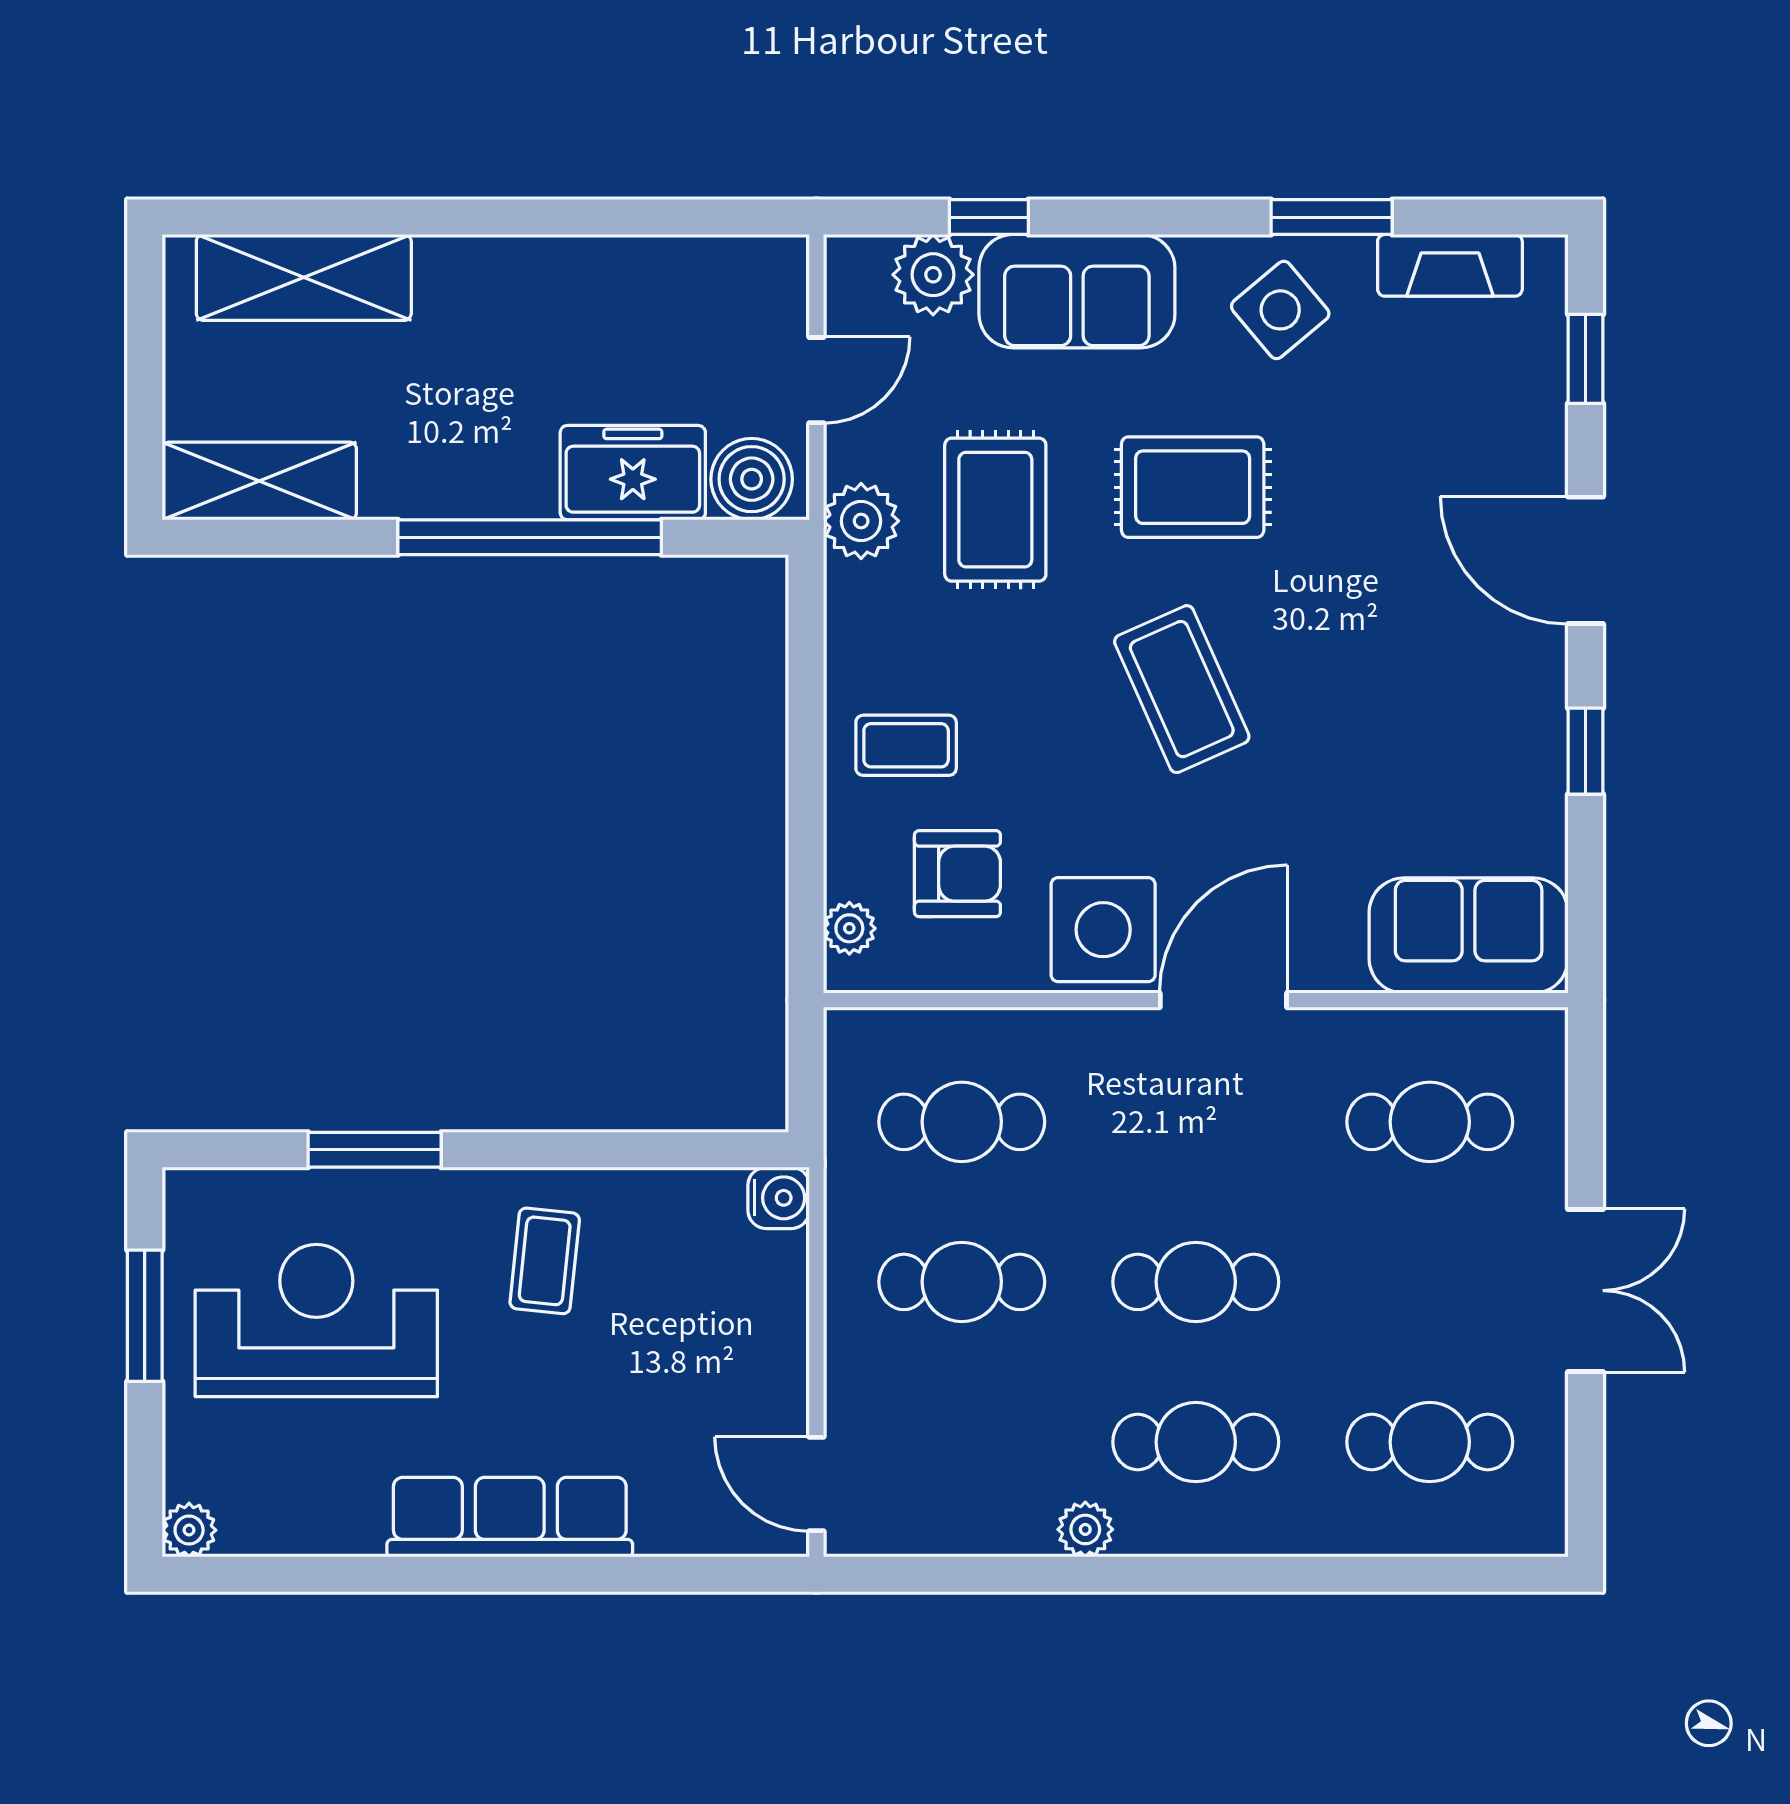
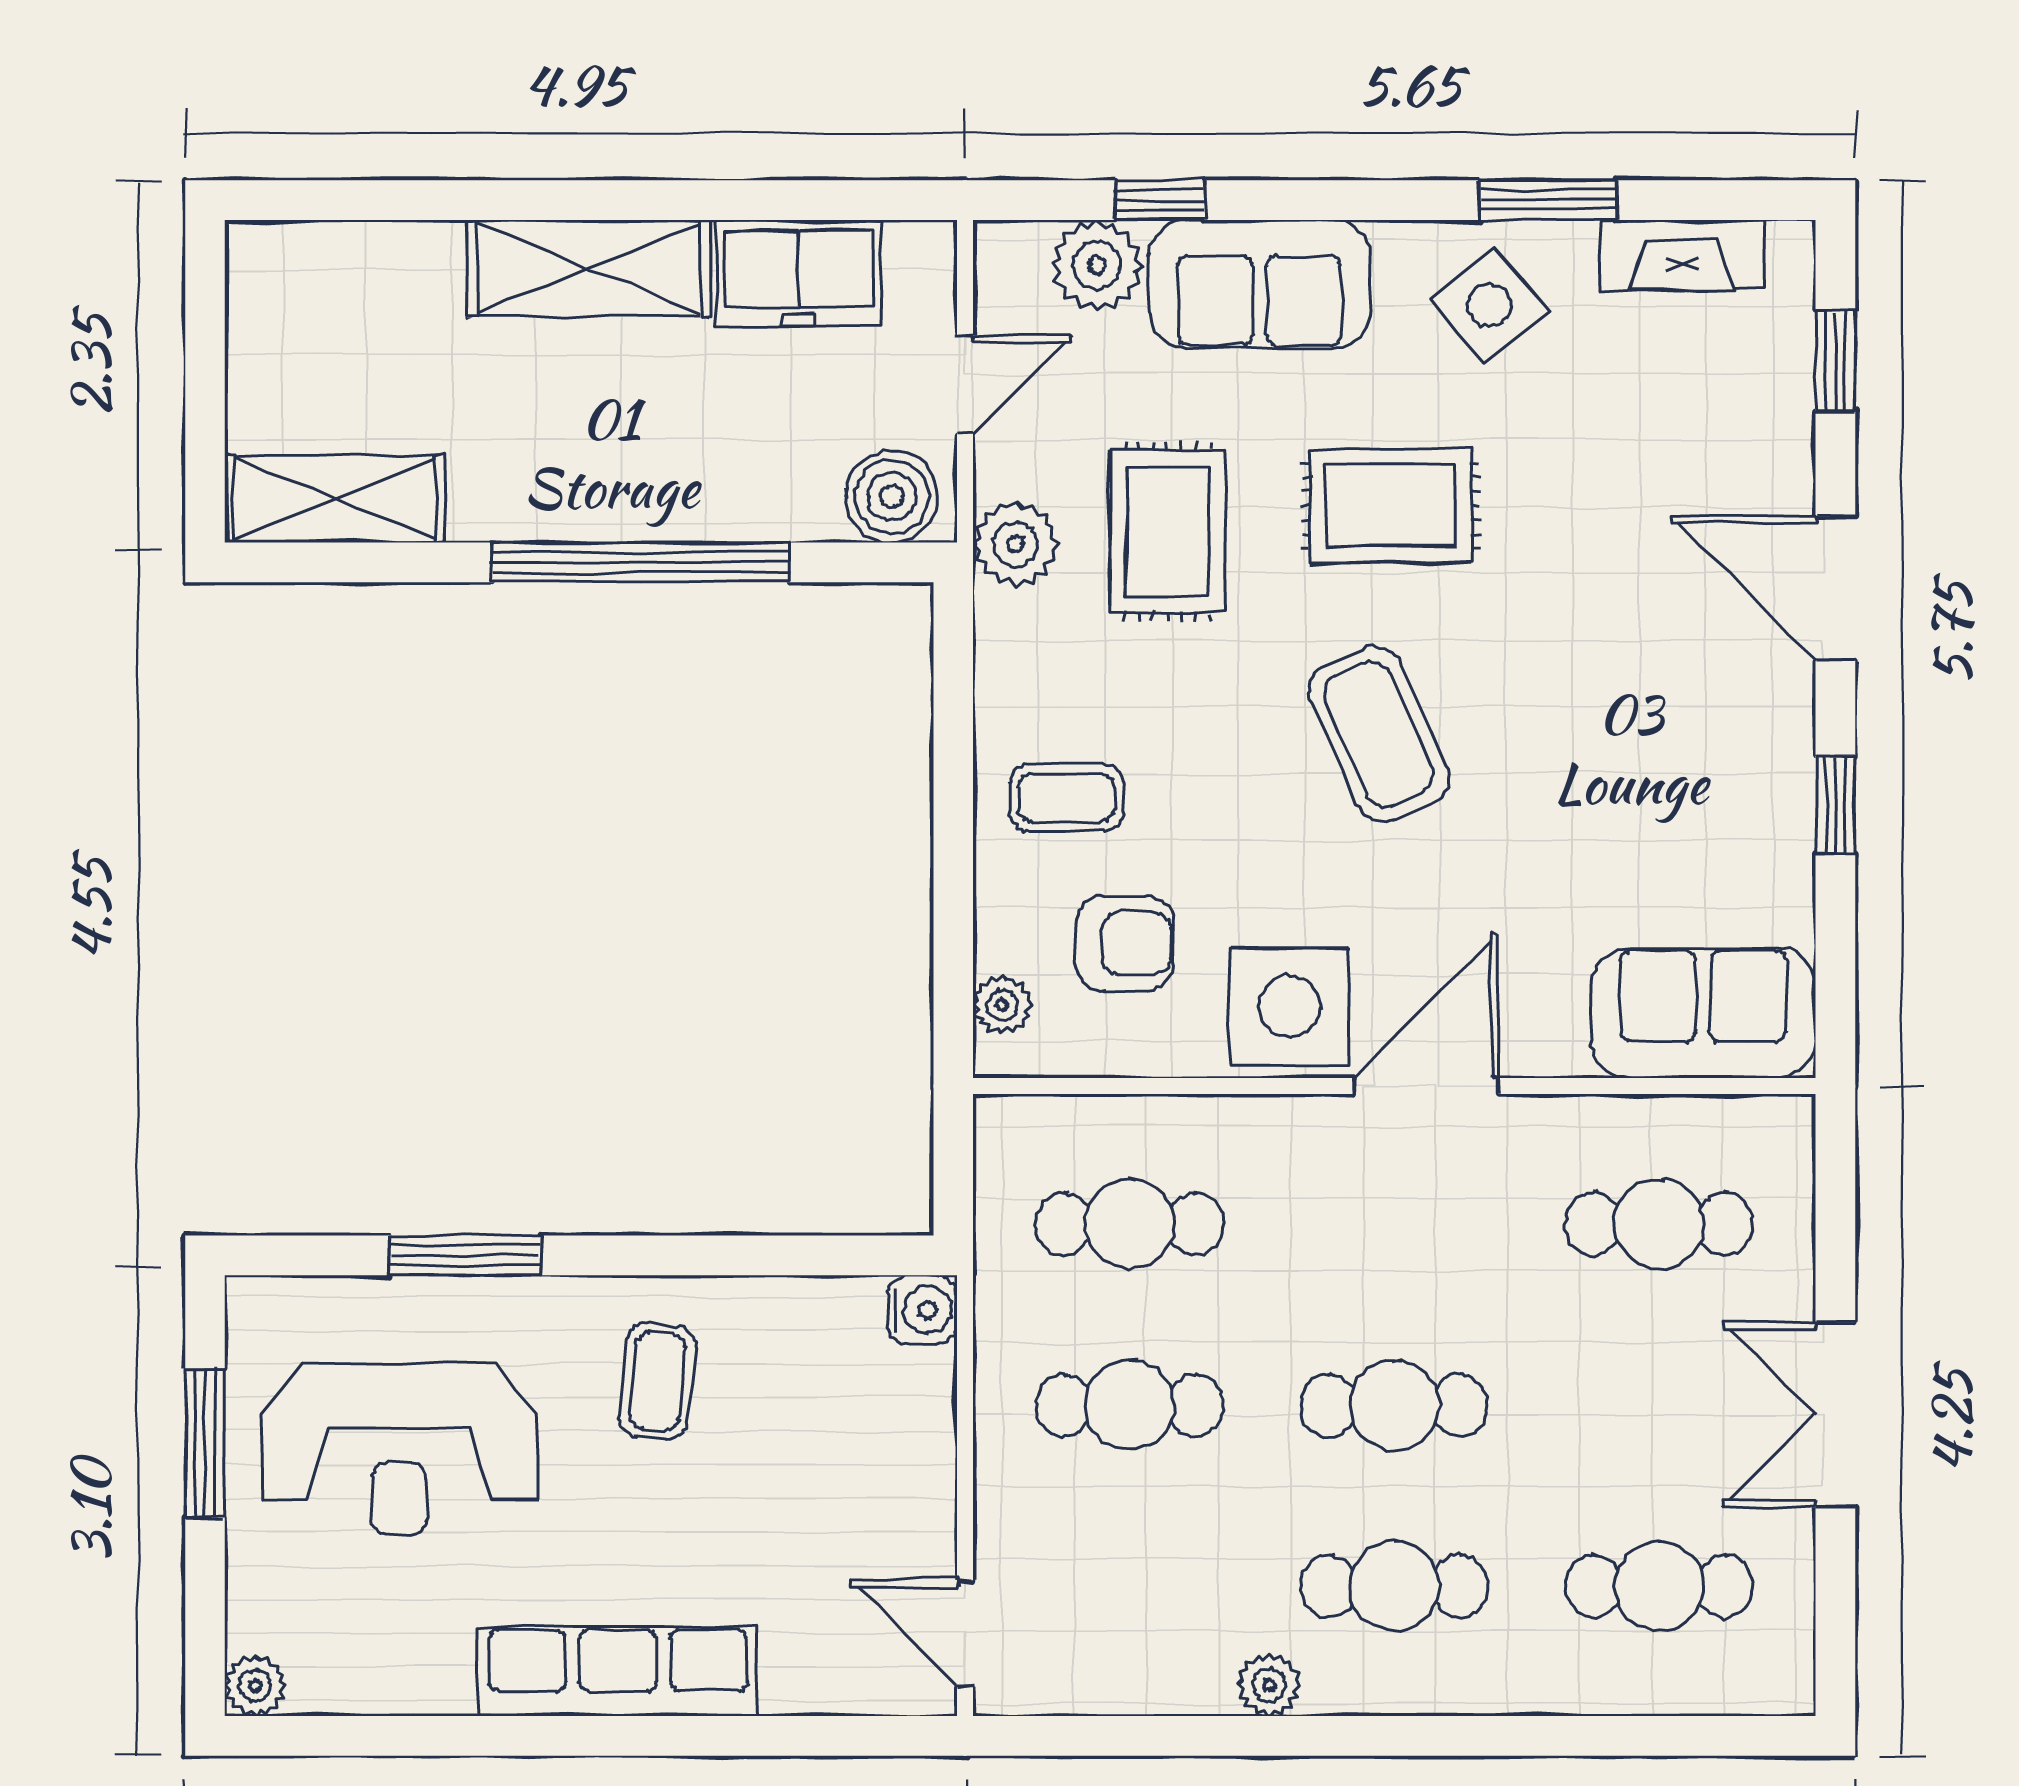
shelving: (304, 277) -> (589, 268), moved
freezer: (633, 473) -> (799, 273), moved, turned 180
double door: (1586, 1291) -> (1835, 1415), swing flipped
reception desk: (316, 1320) -> (399, 1449), turned 180

